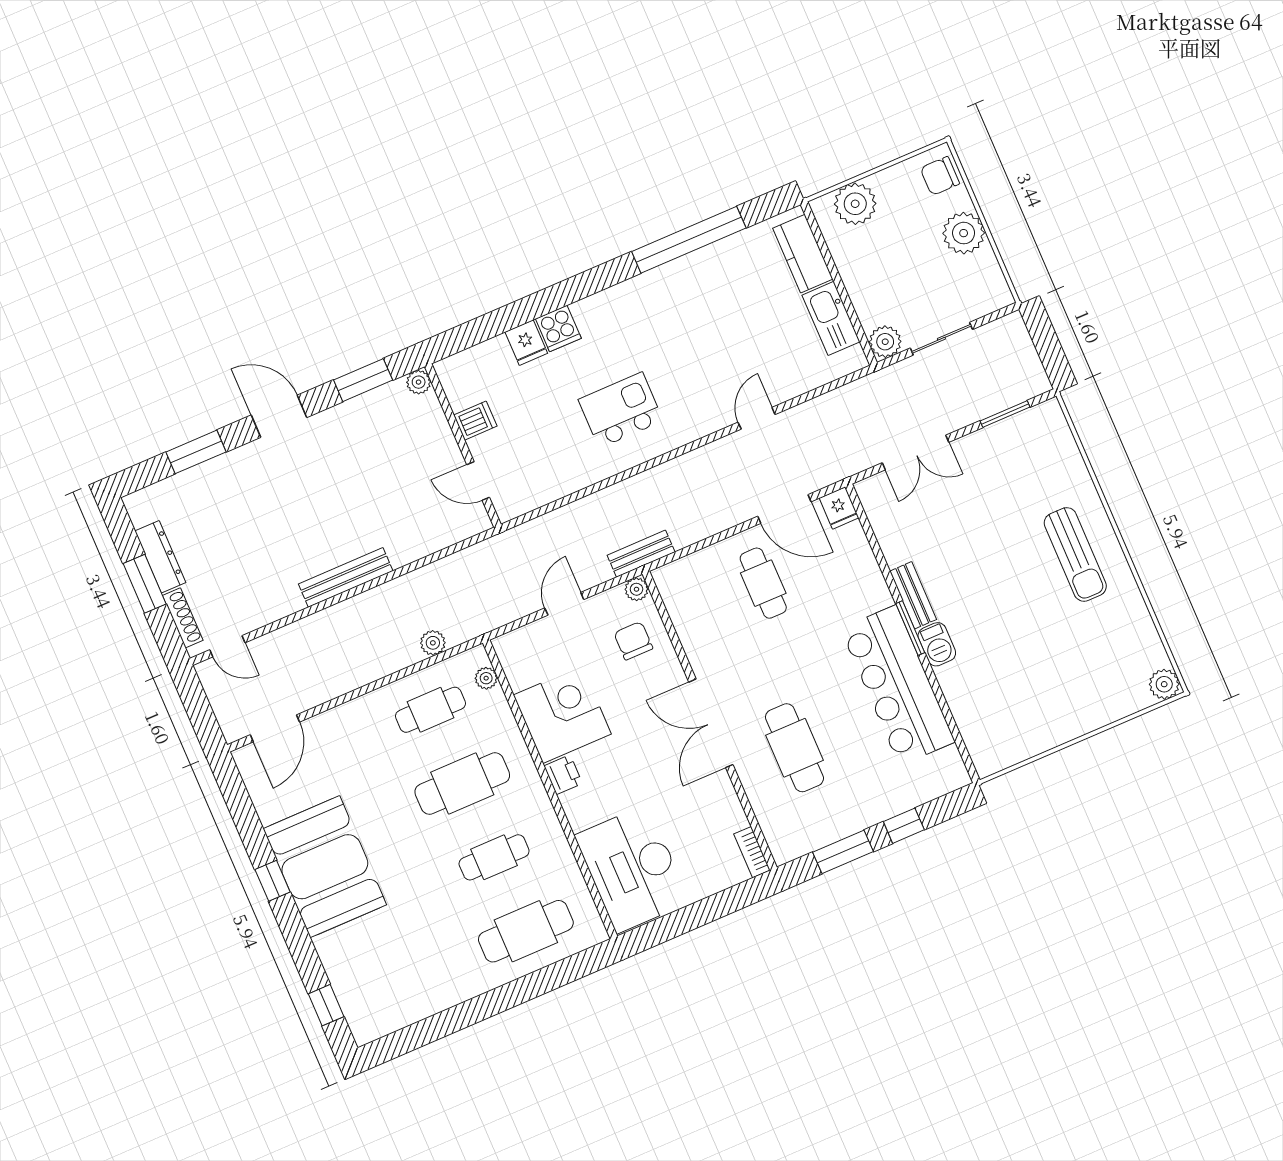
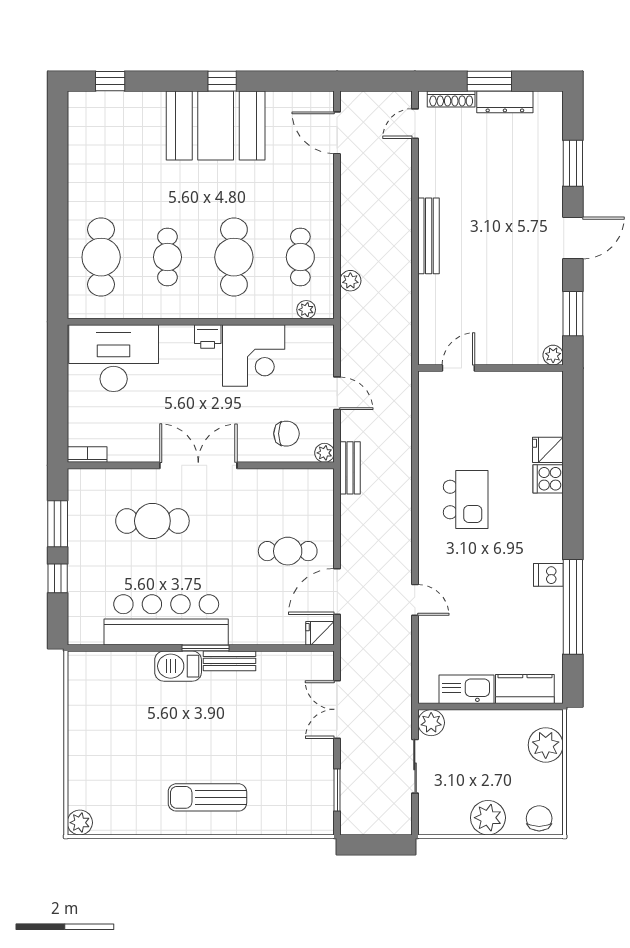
dishwasher: (475, 421) -> (548, 575), moved, turned 90
barbecue: (937, 644) -> (178, 666), width x1.38, depth x1.27

